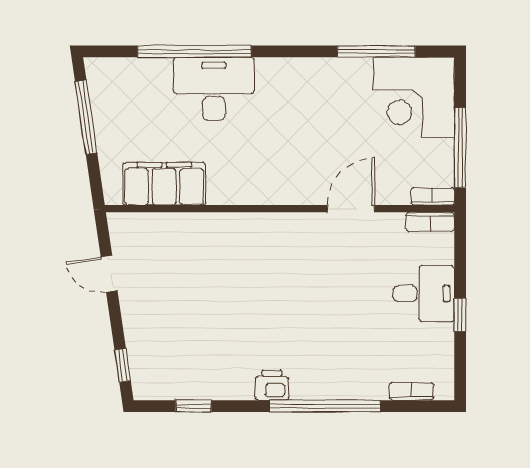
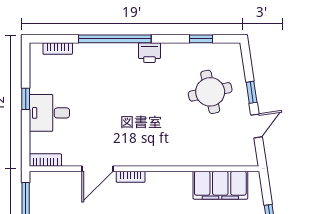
bookcase: (433, 197) -> (131, 177), moved
door: (109, 274) -> (257, 126), hinge flipped
round table: (180, 326) -> (210, 92), added
window: (123, 365) -> (252, 92), moved

